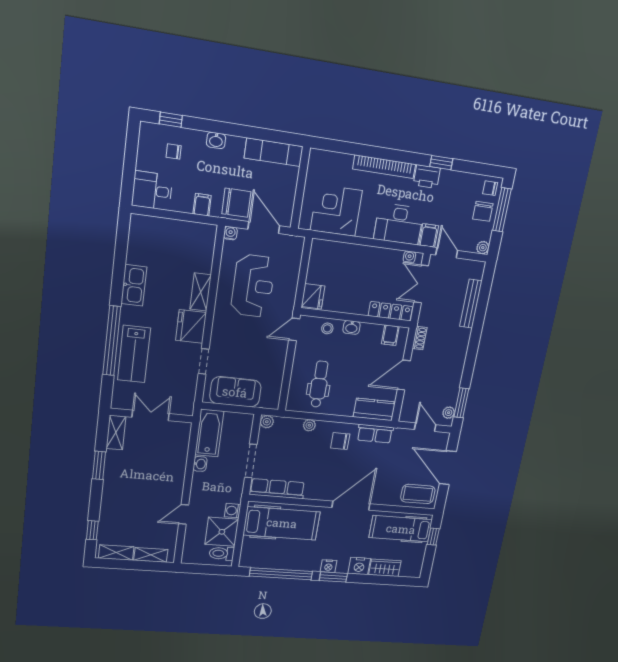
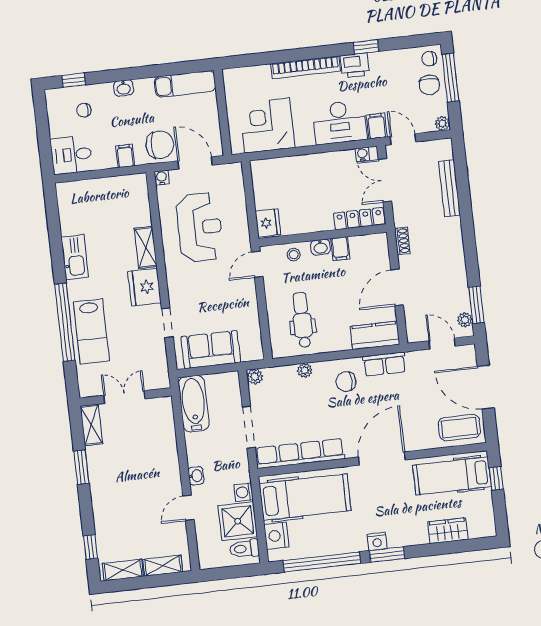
filing cabinet: (390, 335) -> (340, 249), moved
washbasin: (200, 464) -> (196, 476), moved
row of seats: (277, 489) -> (300, 453), width x1.36
nightstand: (359, 566) -> (276, 536), moved, turned 90

